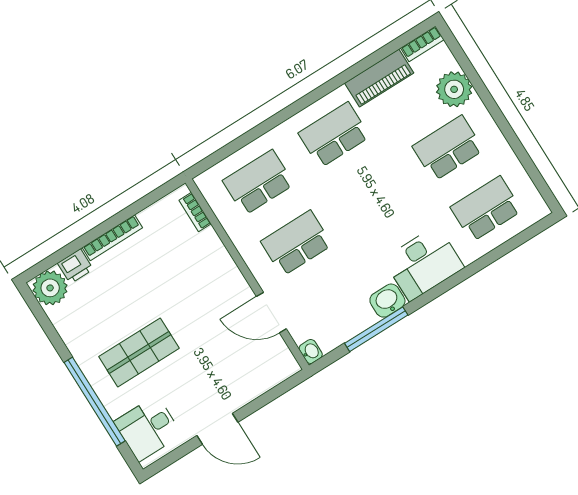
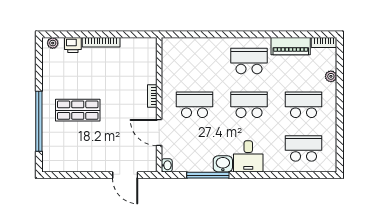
plant: (454, 89) -> (331, 76), width x0.53, depth x0.53
school desk: (258, 182) -> (249, 105), moved
bookcase: (195, 212) -> (152, 96), moved
desk: (424, 263) -> (248, 156), width x0.73
plant: (50, 288) -> (53, 43), width x0.53, depth x0.53
desk: (148, 428) -> (58, 152), removed
door: (217, 429) -> (125, 175), moved

